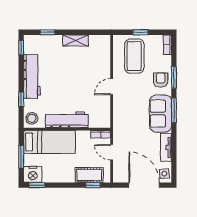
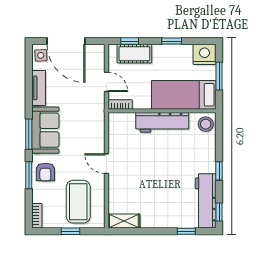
shelving: (76, 41) -> (124, 221), moved
workbench: (32, 76) -> (206, 201), moved
door: (112, 87) -> (106, 164), swing flipped
window: (21, 99) -> (219, 171), moved
window: (37, 185) -> (172, 41), moved

